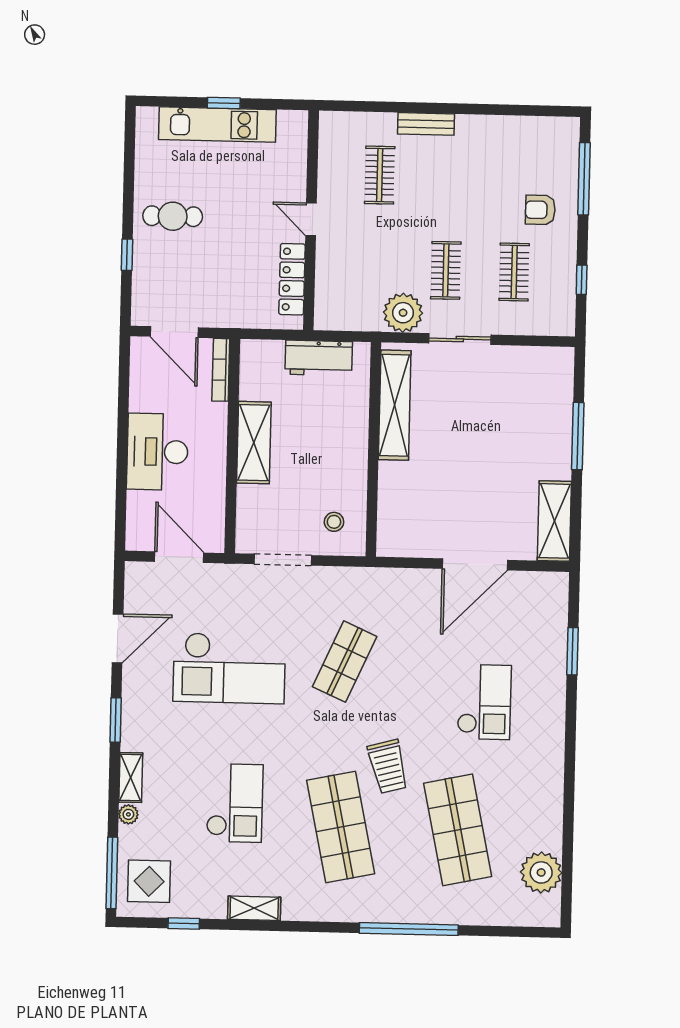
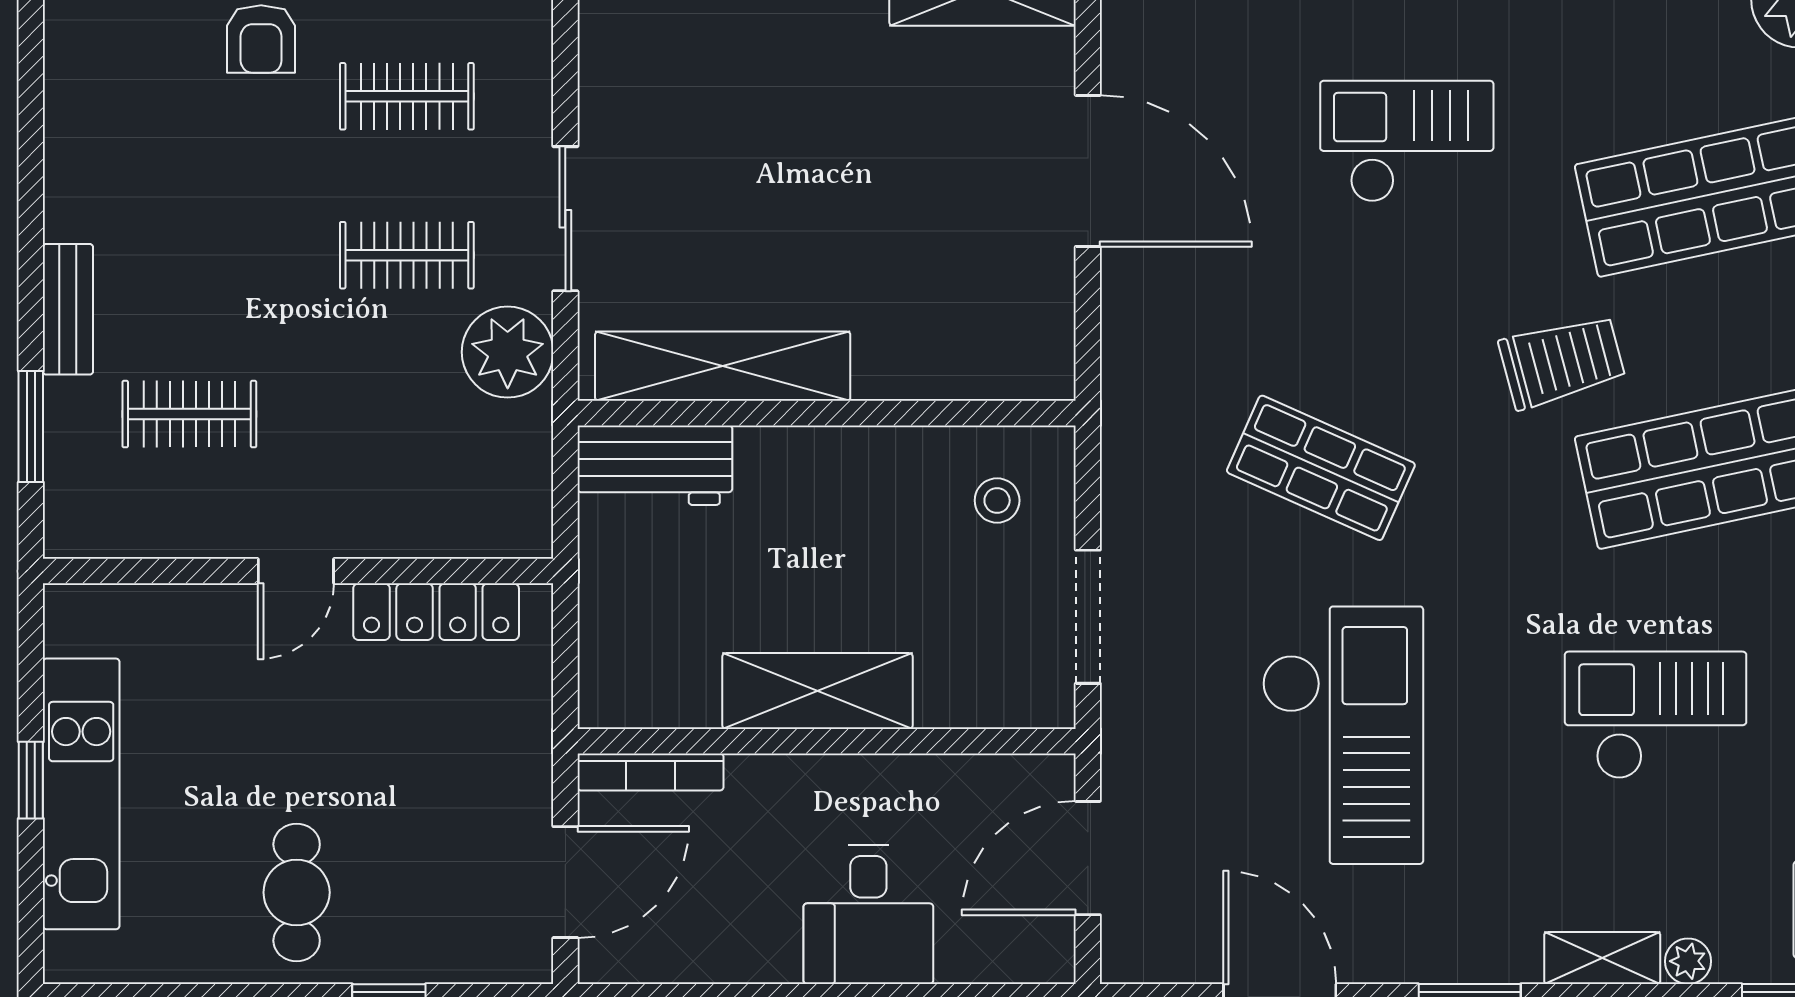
window: (376, 107) -> (31, 427), added
workbench: (319, 358) -> (655, 465), moved, turned 90
desk: (157, 452) -> (868, 914), width x0.73

